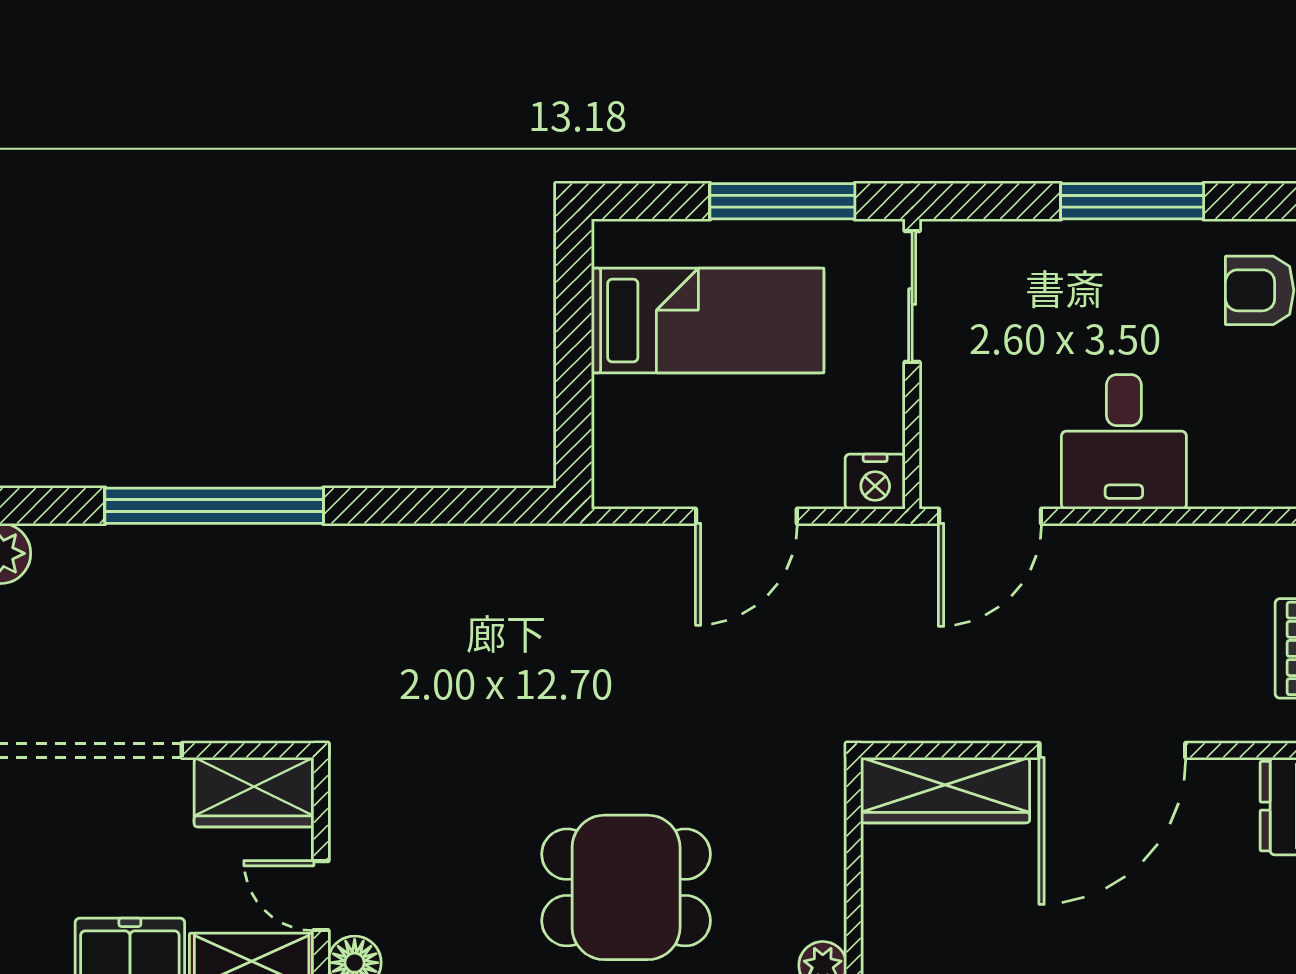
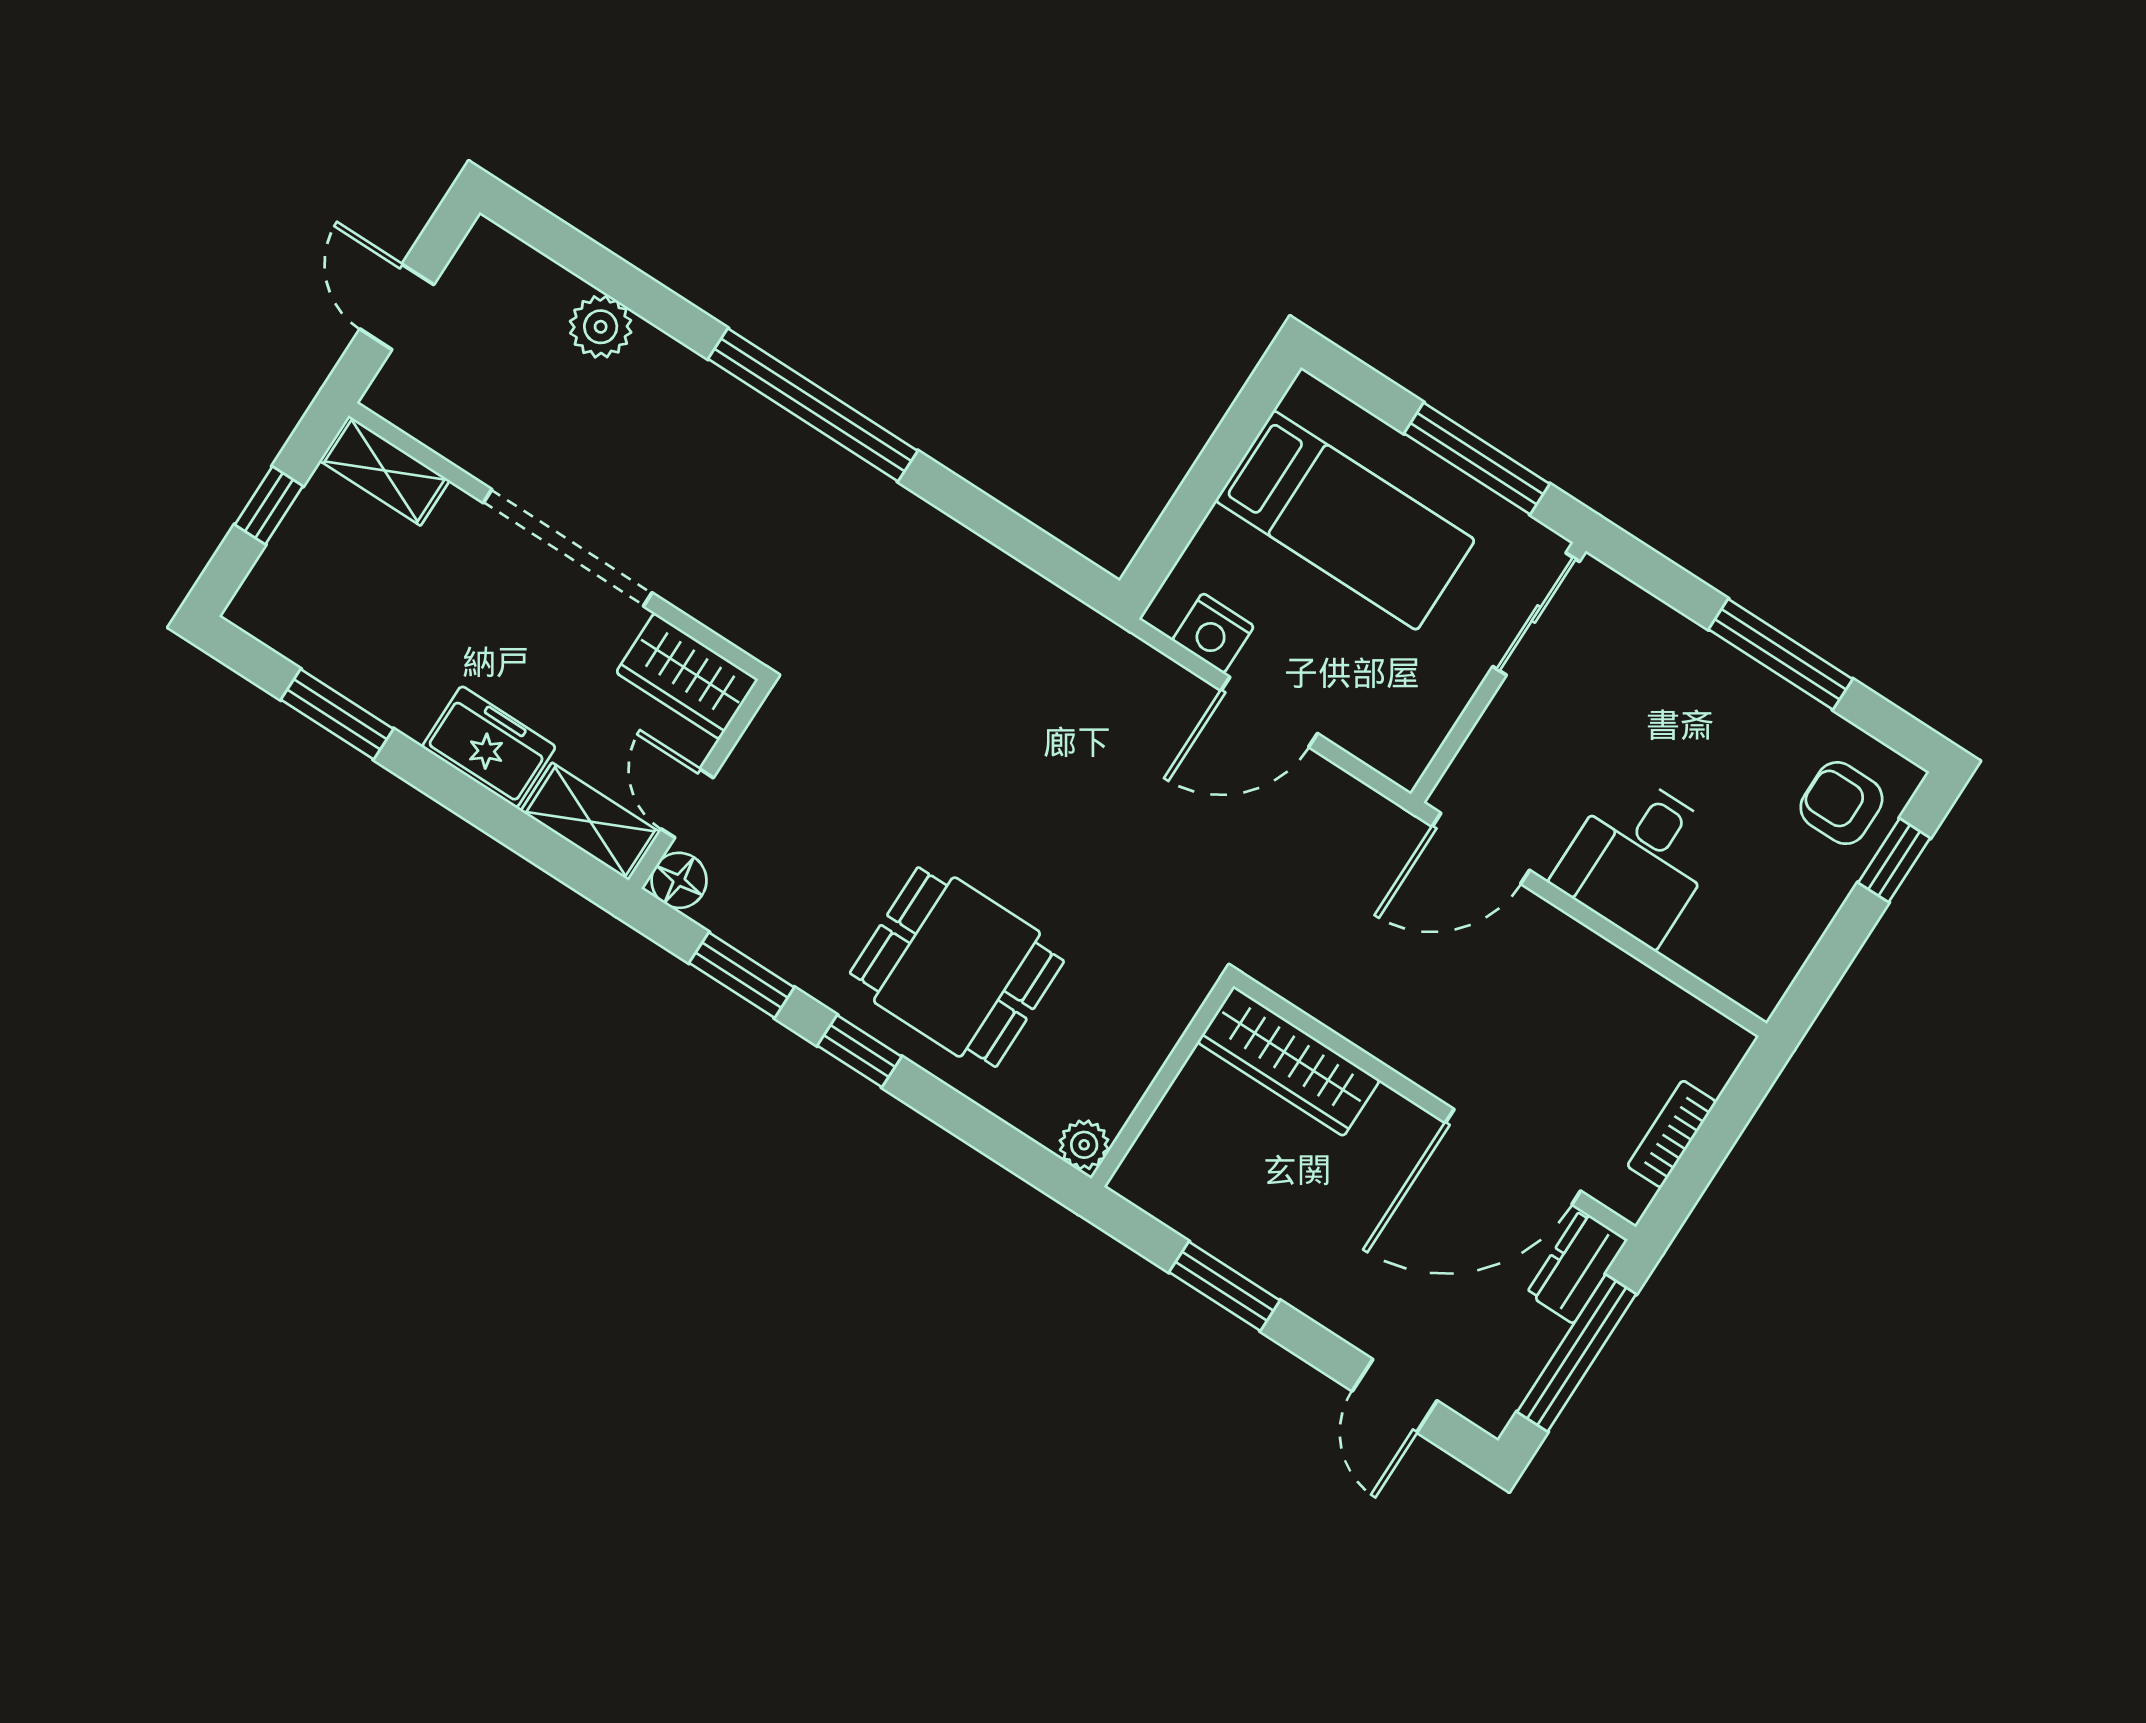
nightstand: (875, 482) -> (1213, 633), moved
door: (1112, 750) -> (1513, 1157), moved

